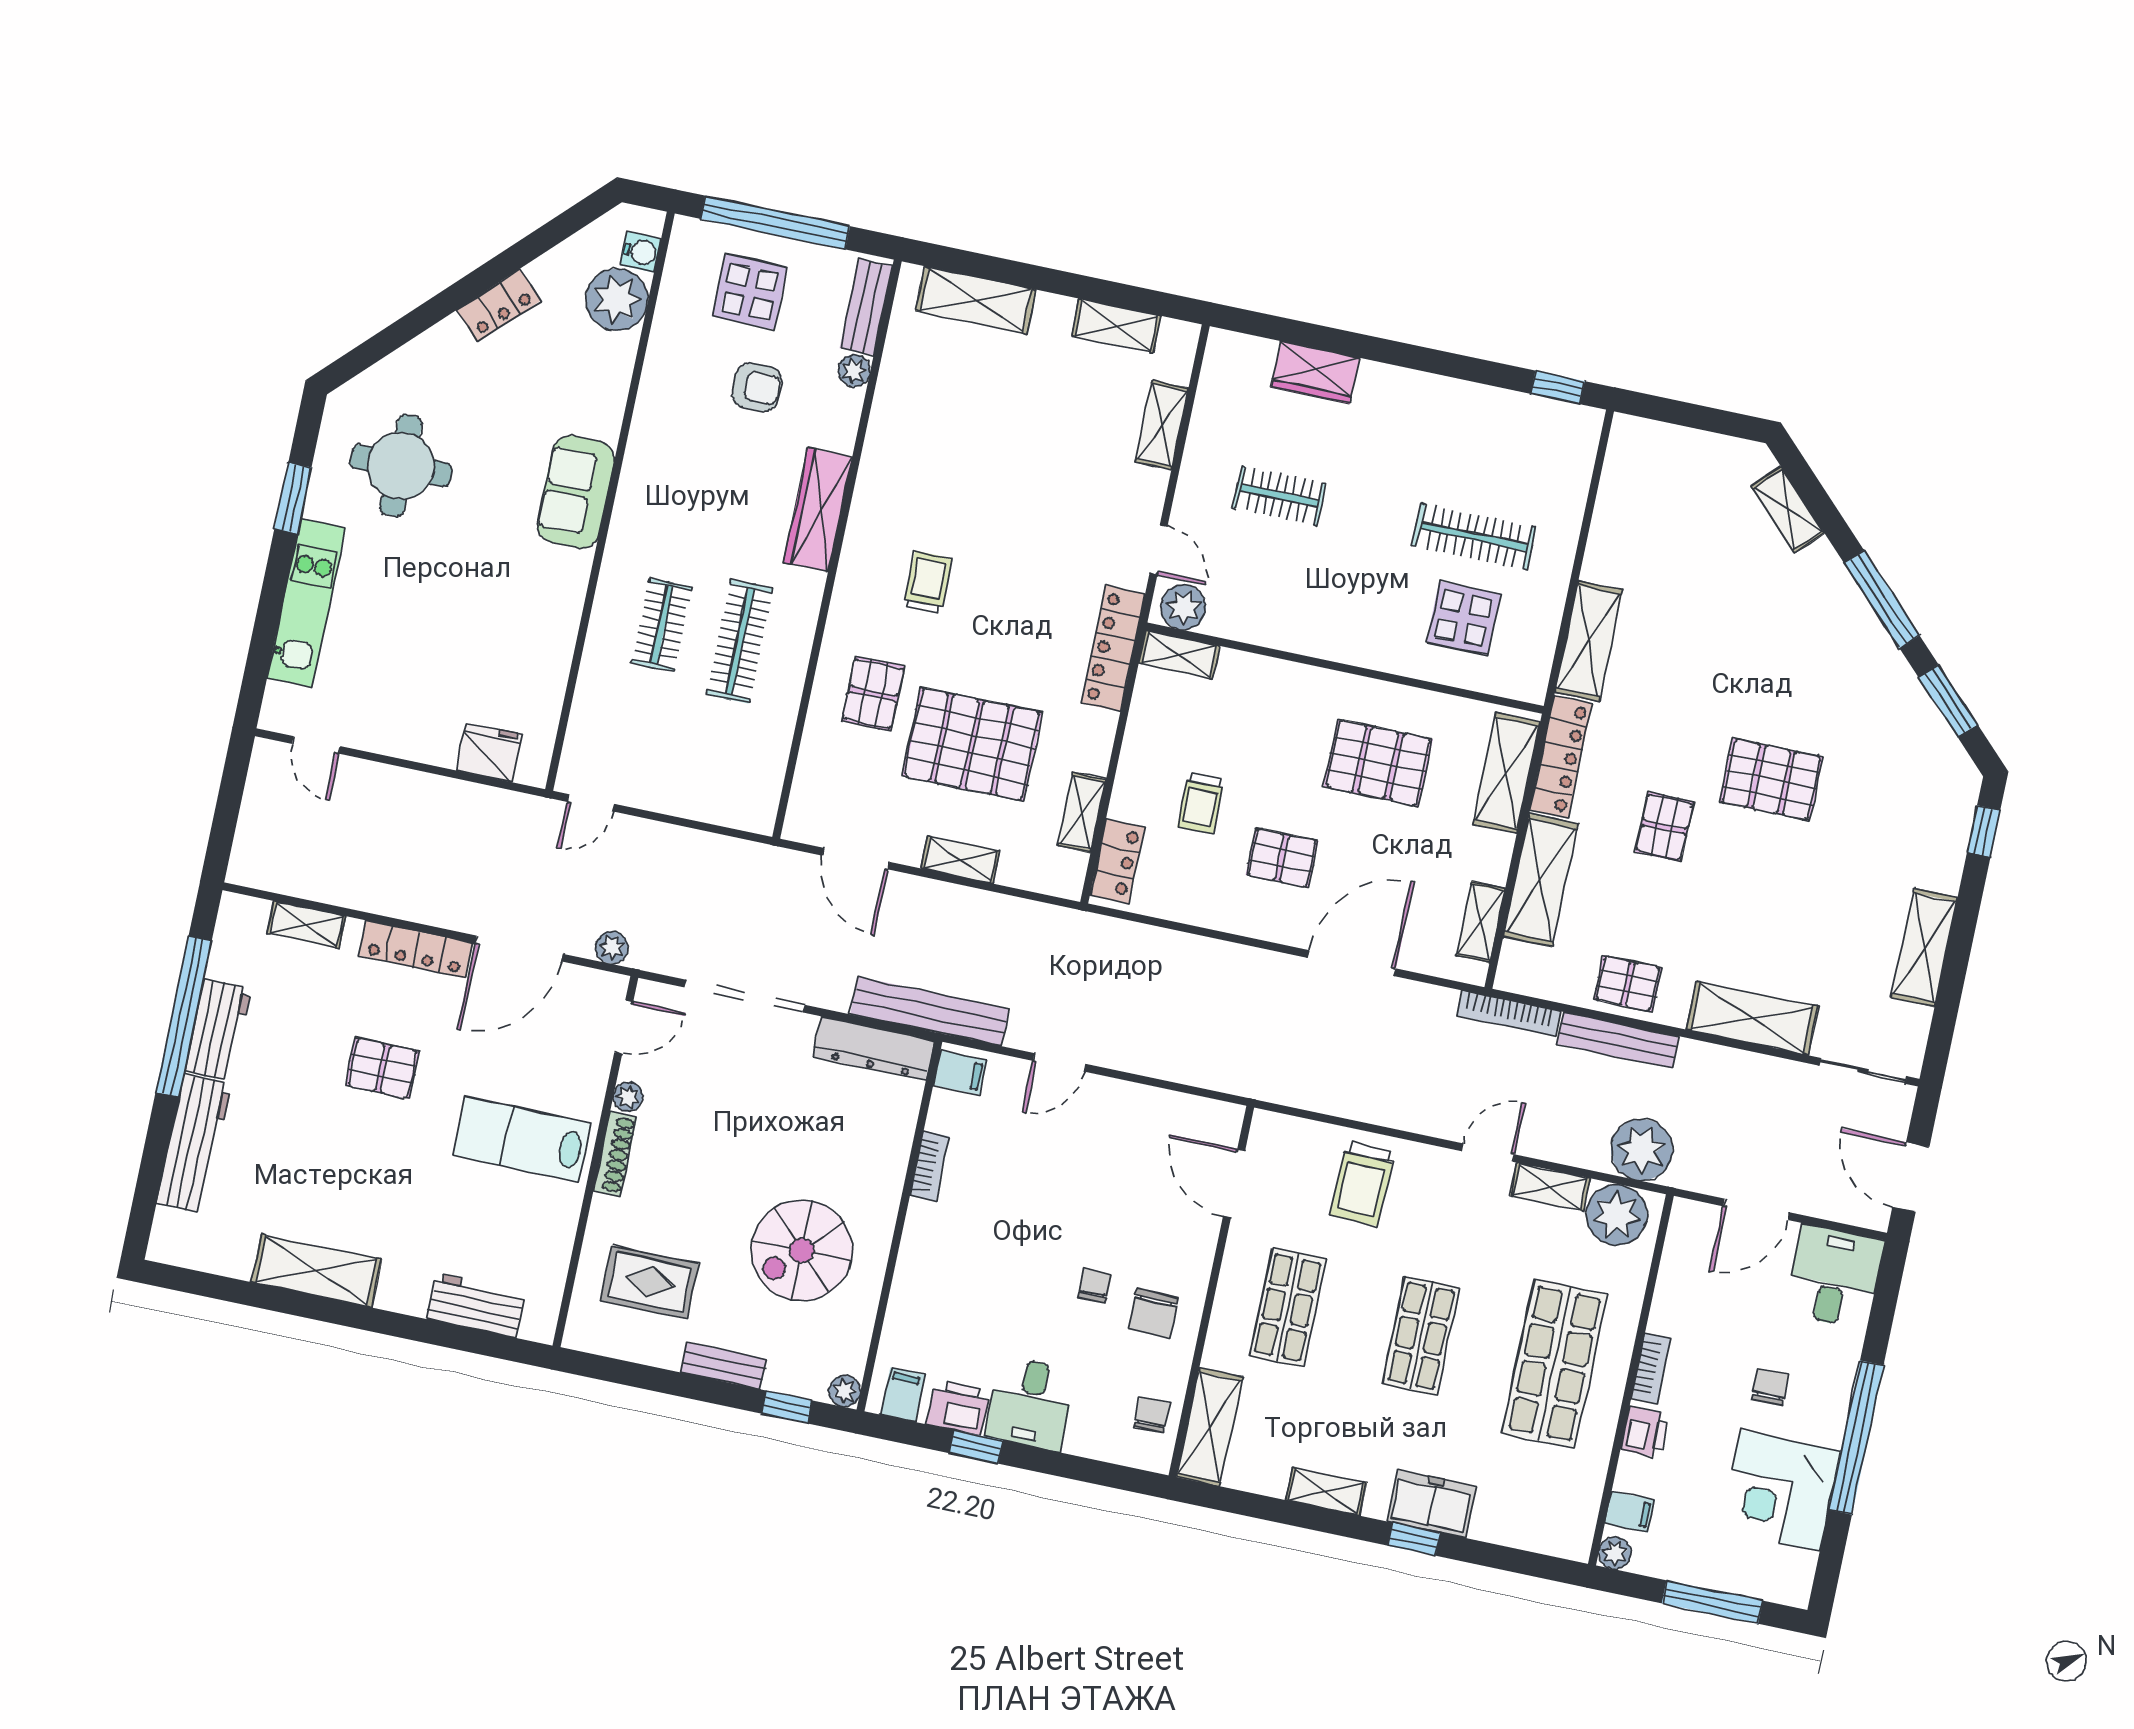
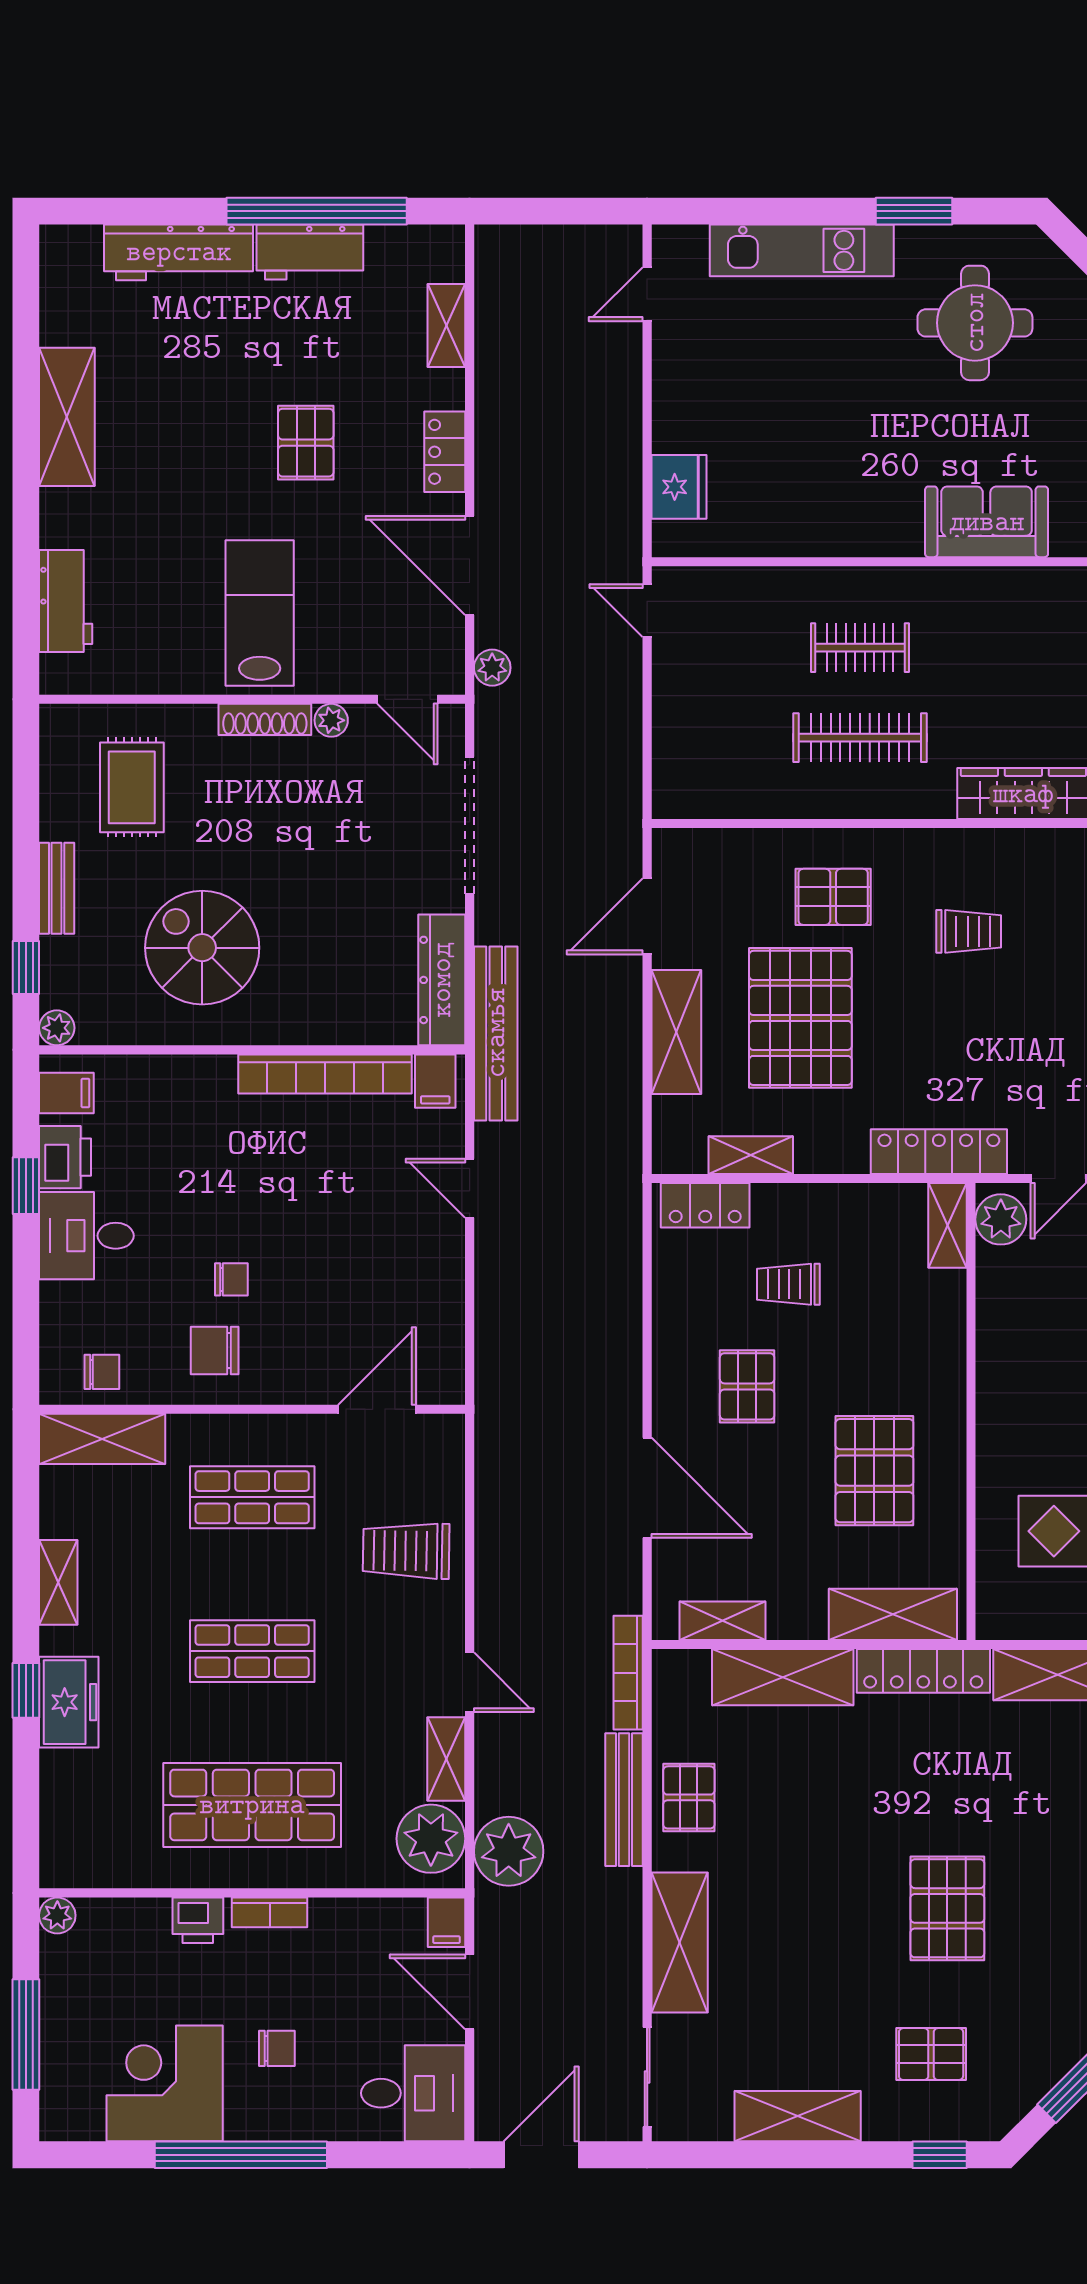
pallet: (1664, 827) -> (931, 2054), moved
shelving: (960, 860) -> (676, 1032), width x1.50, depth x1.33
locker: (416, 949) -> (445, 452), width x0.66
bookcase: (930, 1166) -> (325, 1074), width x2.31, depth x1.31
filing cabinet: (1630, 1512) -> (446, 1922), moved

